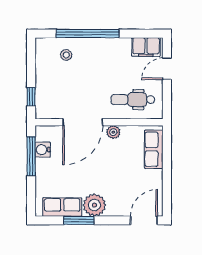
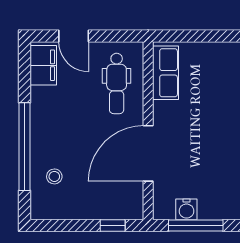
door: (83, 122) -> (148, 153), swing flipped
plant: (113, 132) -> (162, 111), removed
row of seats: (154, 149) -> (165, 73), moved, turned -90

